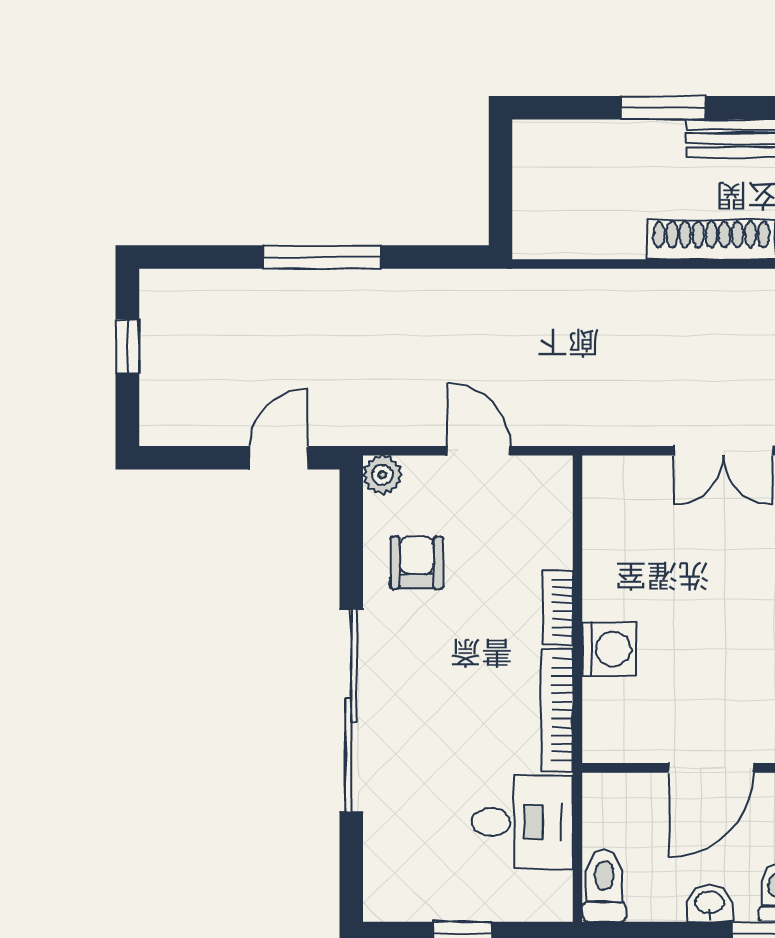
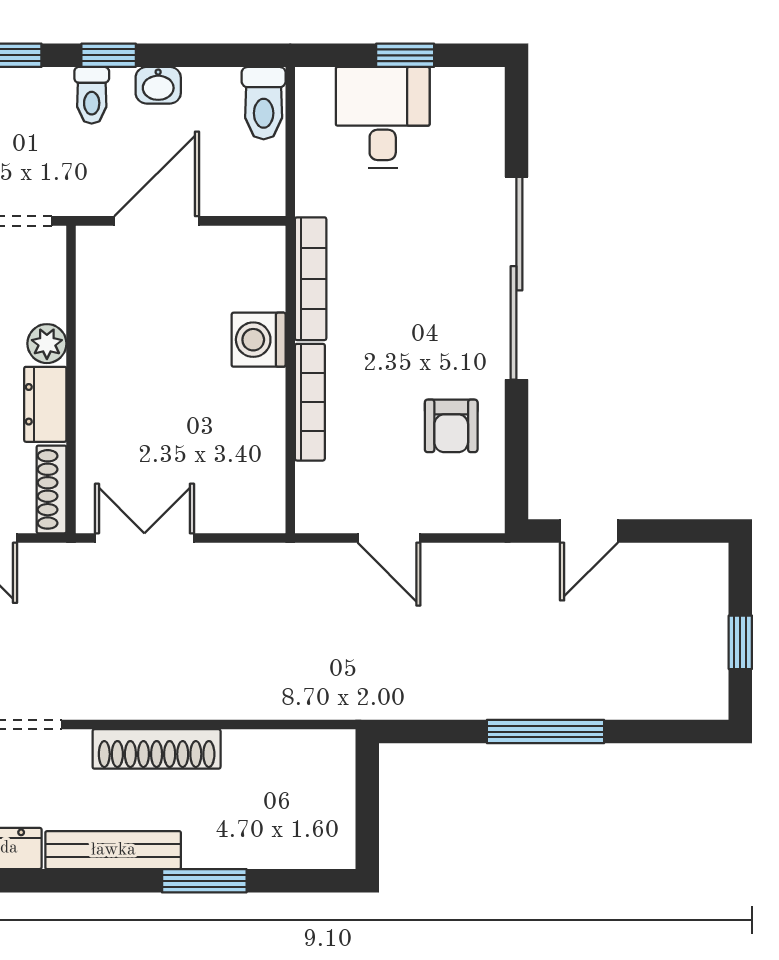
plant: (382, 475) -> (485, 514), removed
bookcase: (558, 608) -> (310, 402), width x1.56
desk: (522, 822) -> (383, 118), moved, turned 90

